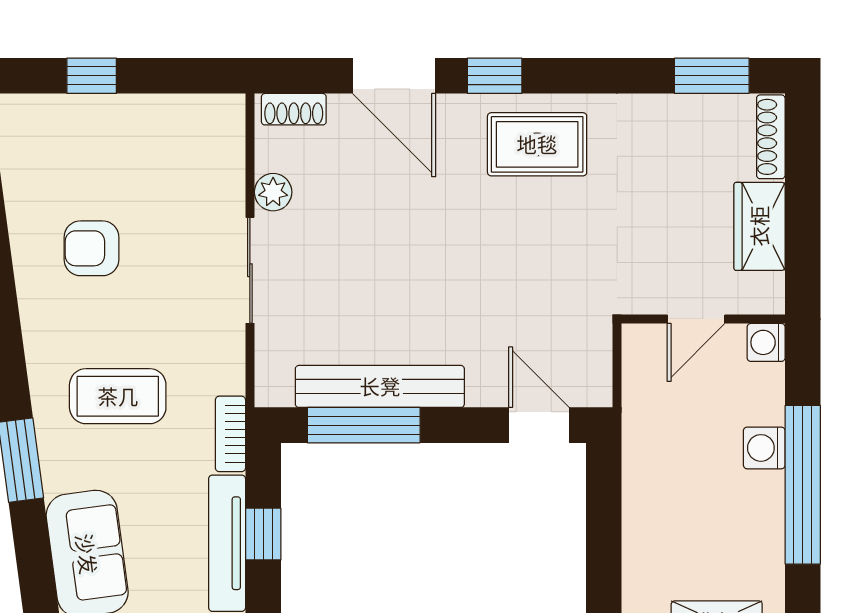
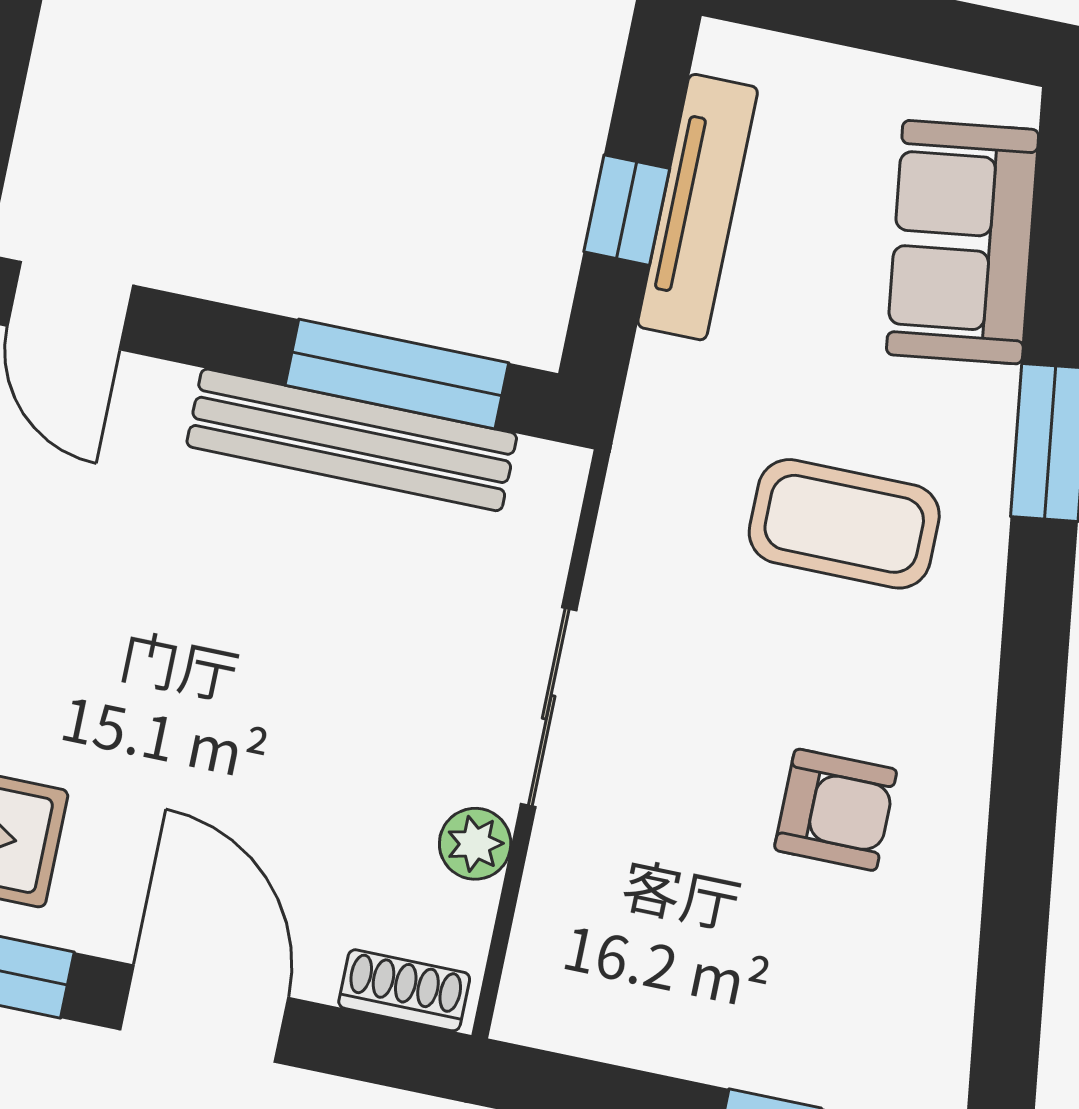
bookcase: (230, 434) -> (649, 410), removed

